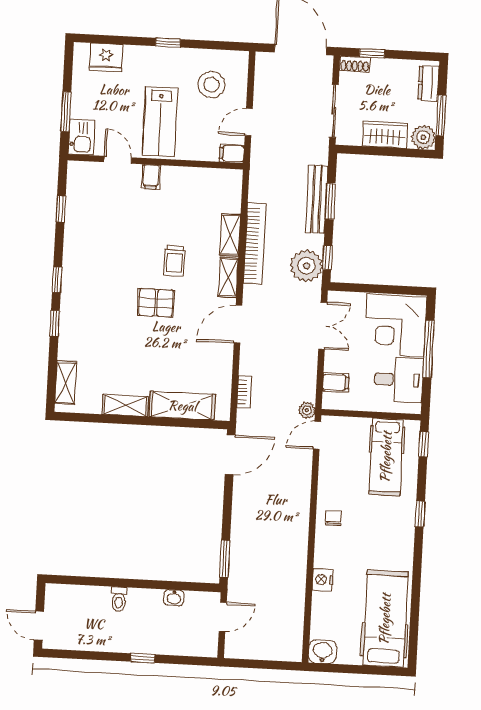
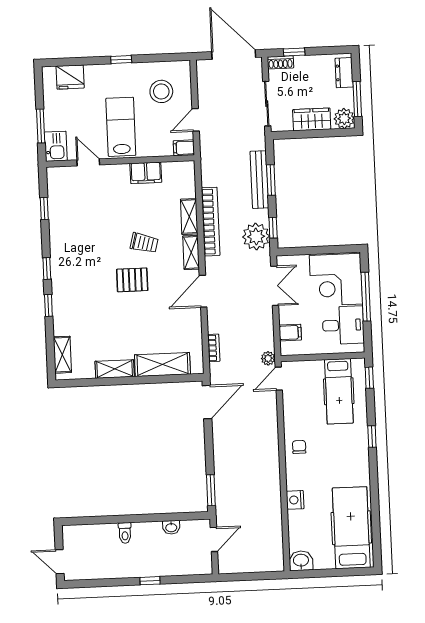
lab bench: (160, 122) -> (121, 127), turned 180
filing cabinet: (151, 177) -> (146, 173), moved, width x2.00
trolley: (174, 261) -> (144, 243), turned -75

